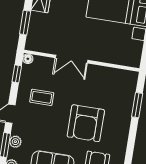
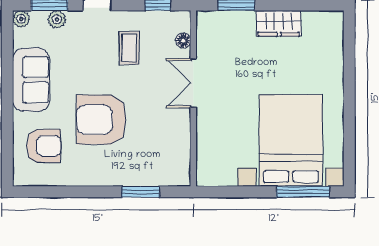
floor lamp: (28, 59) -> (183, 41), moved

